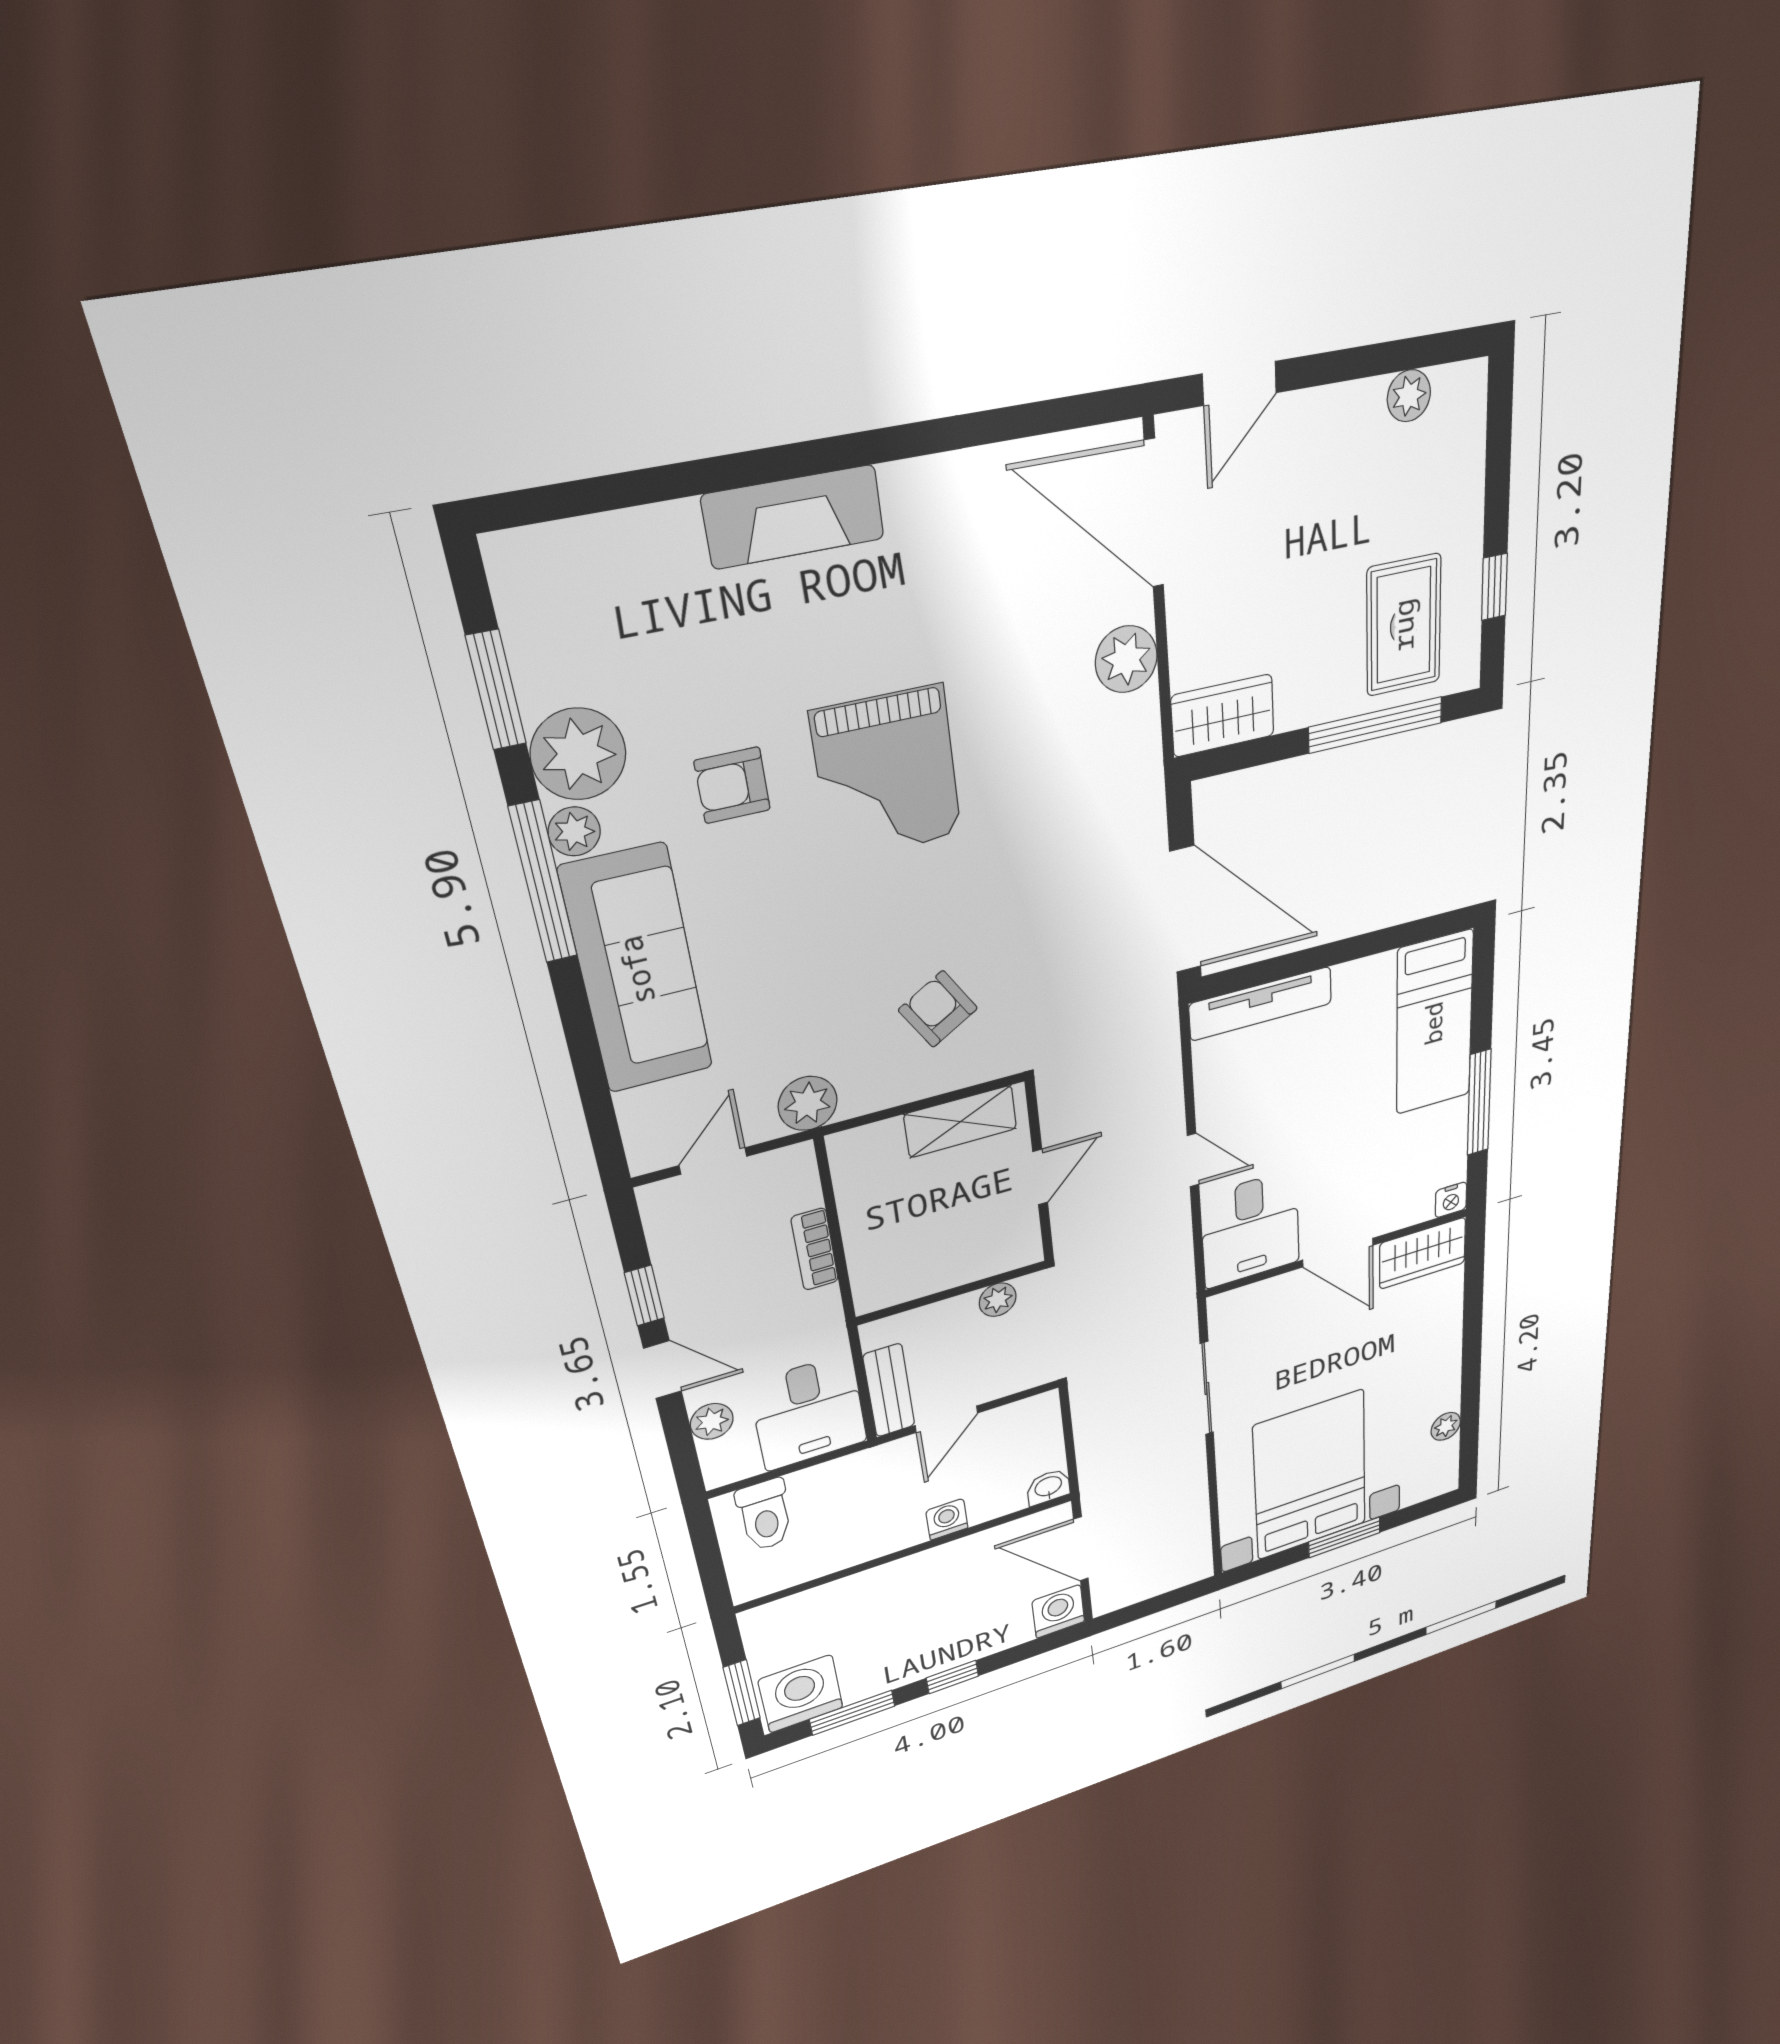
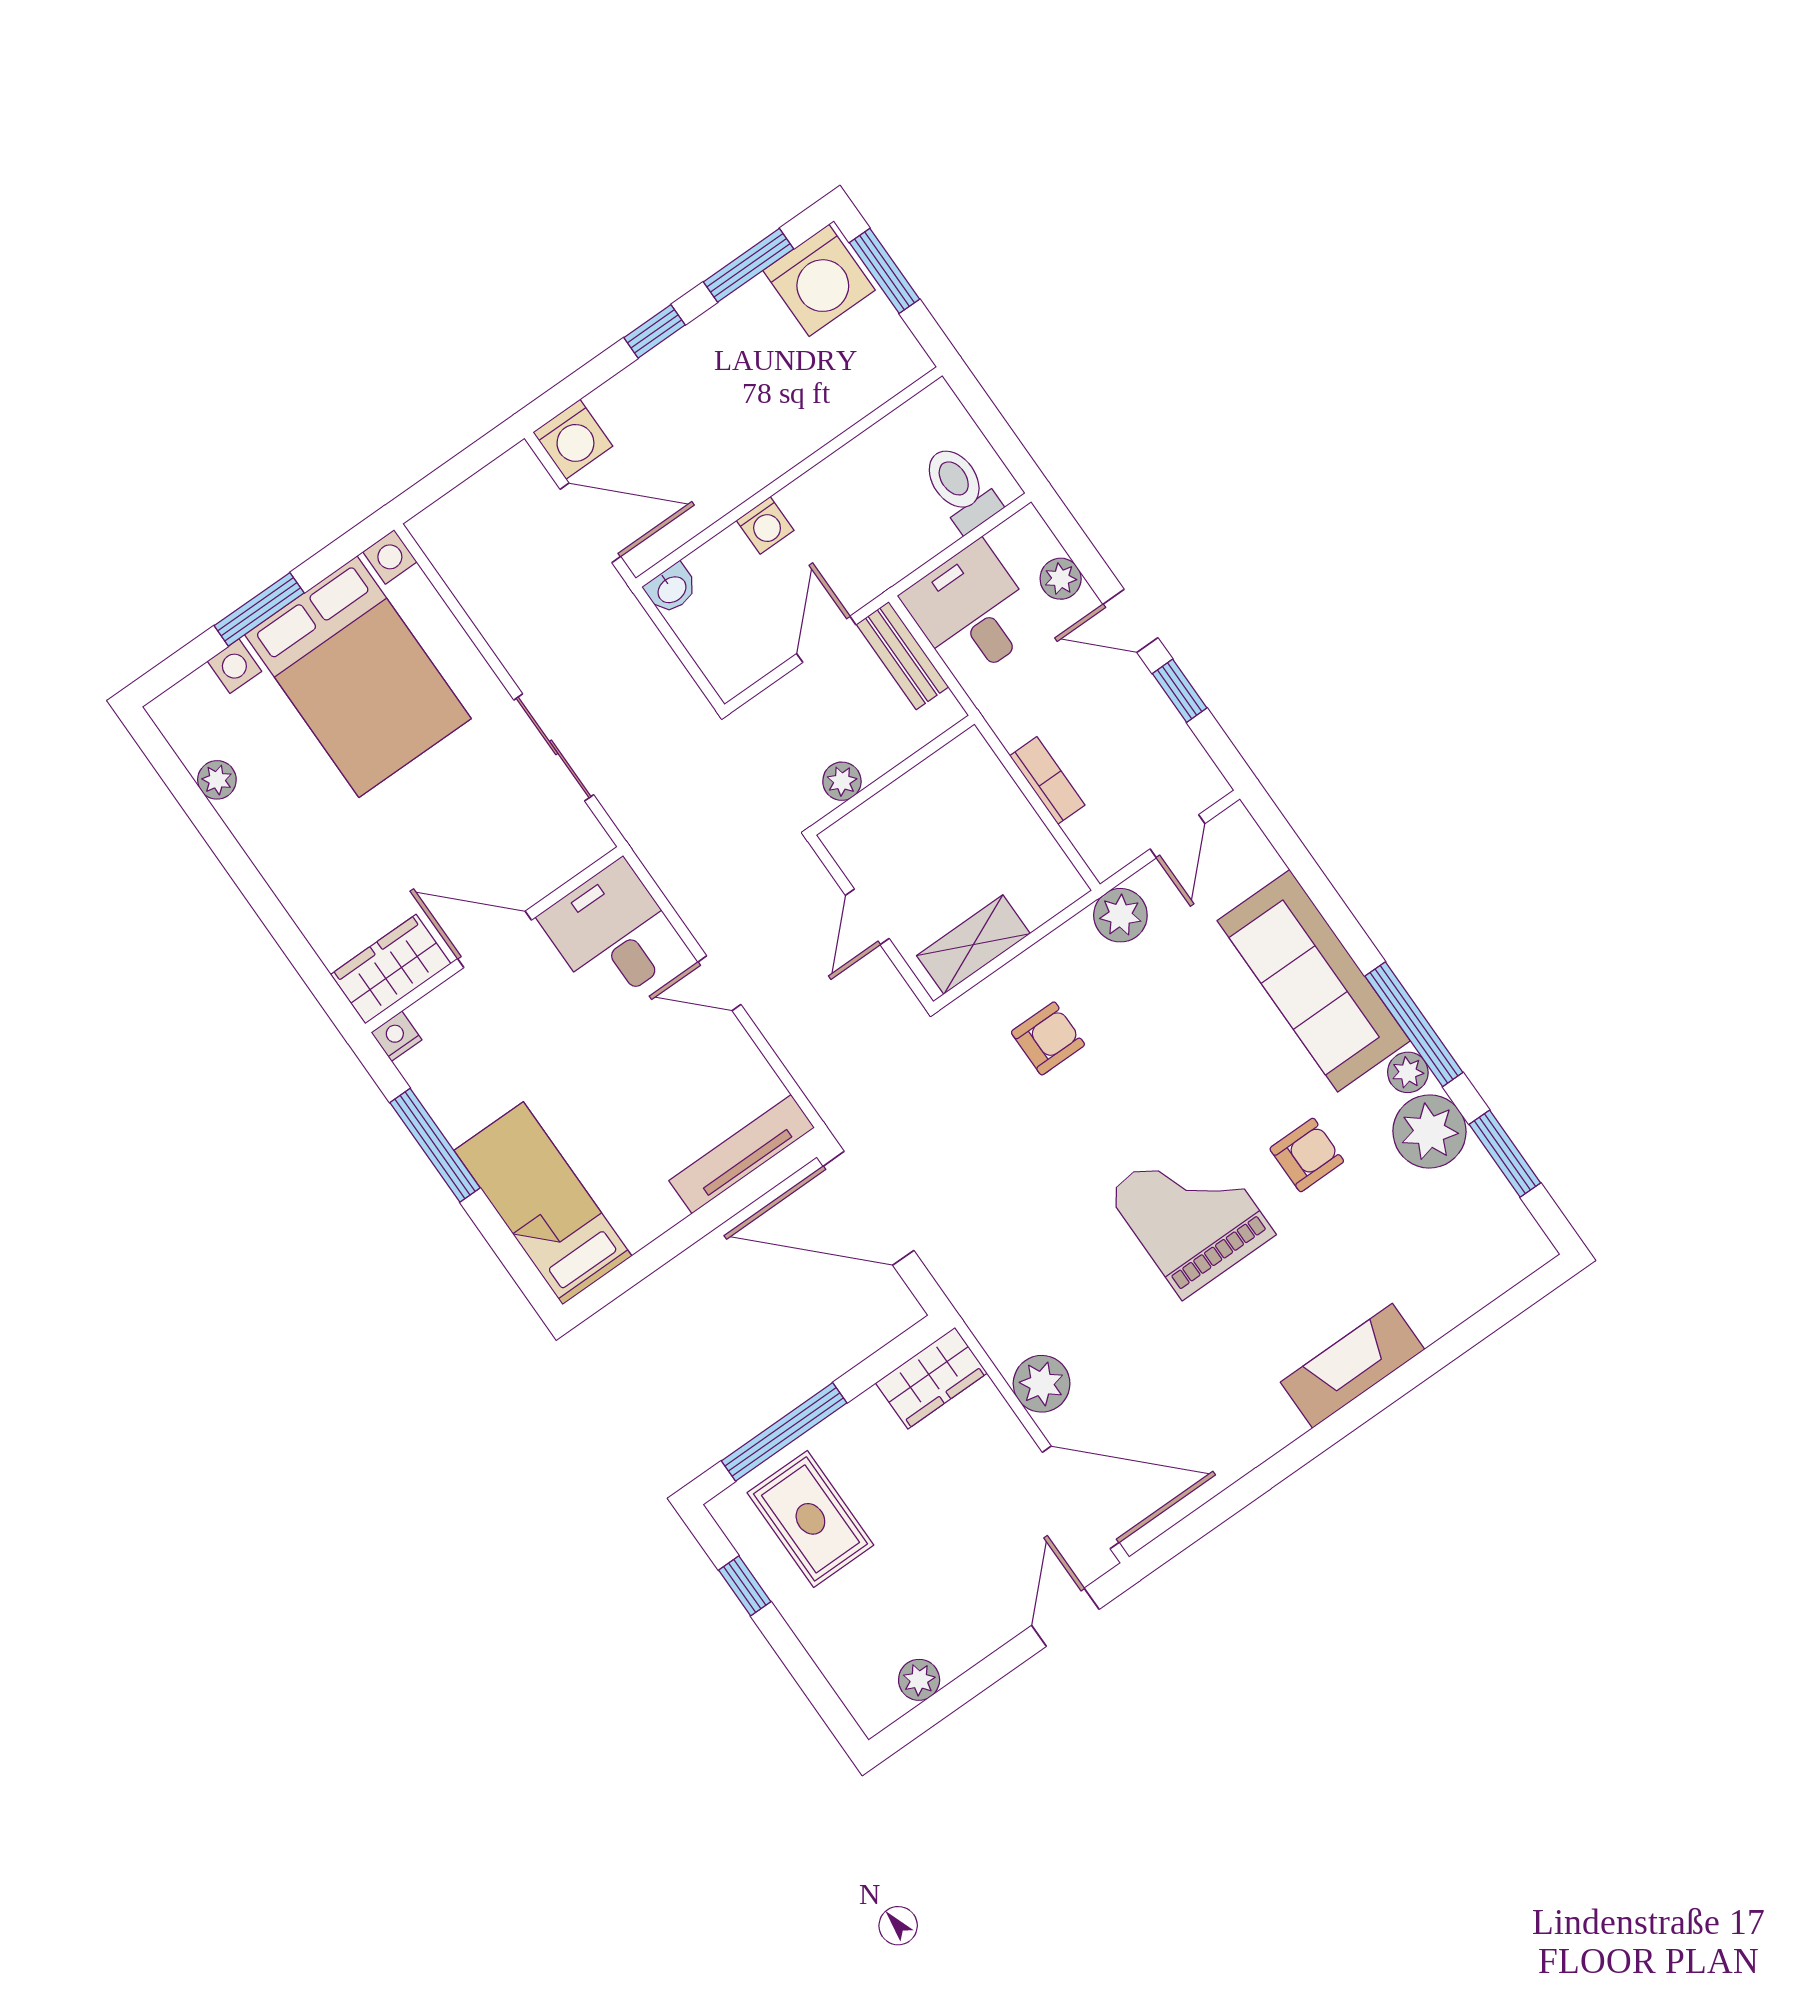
armchair: (938, 1009) -> (1048, 1038), turned -59

